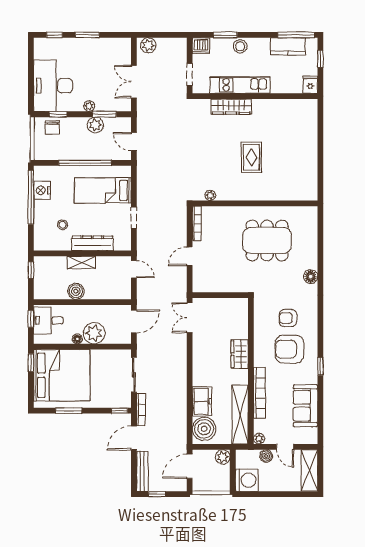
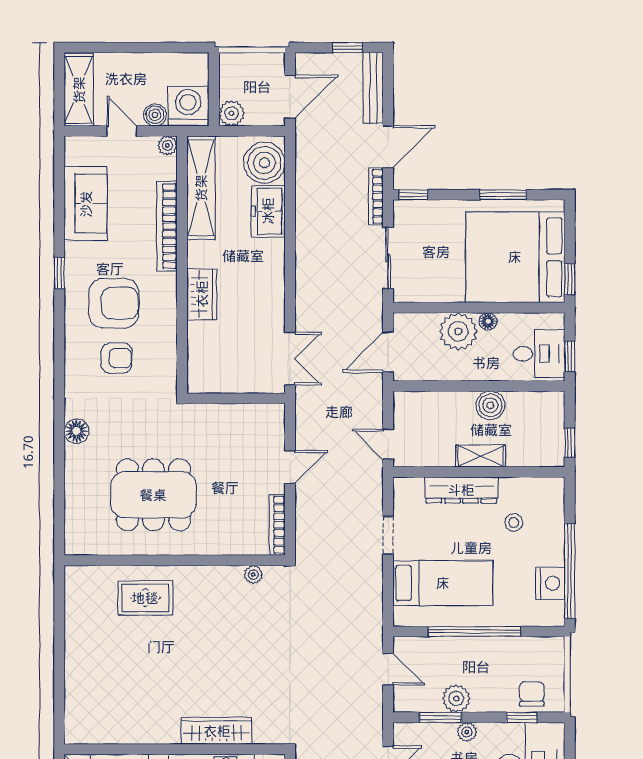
rug: (251, 157) -> (145, 598), moved, turned 90
washing machine: (247, 480) -> (188, 106), moved, turned 90

